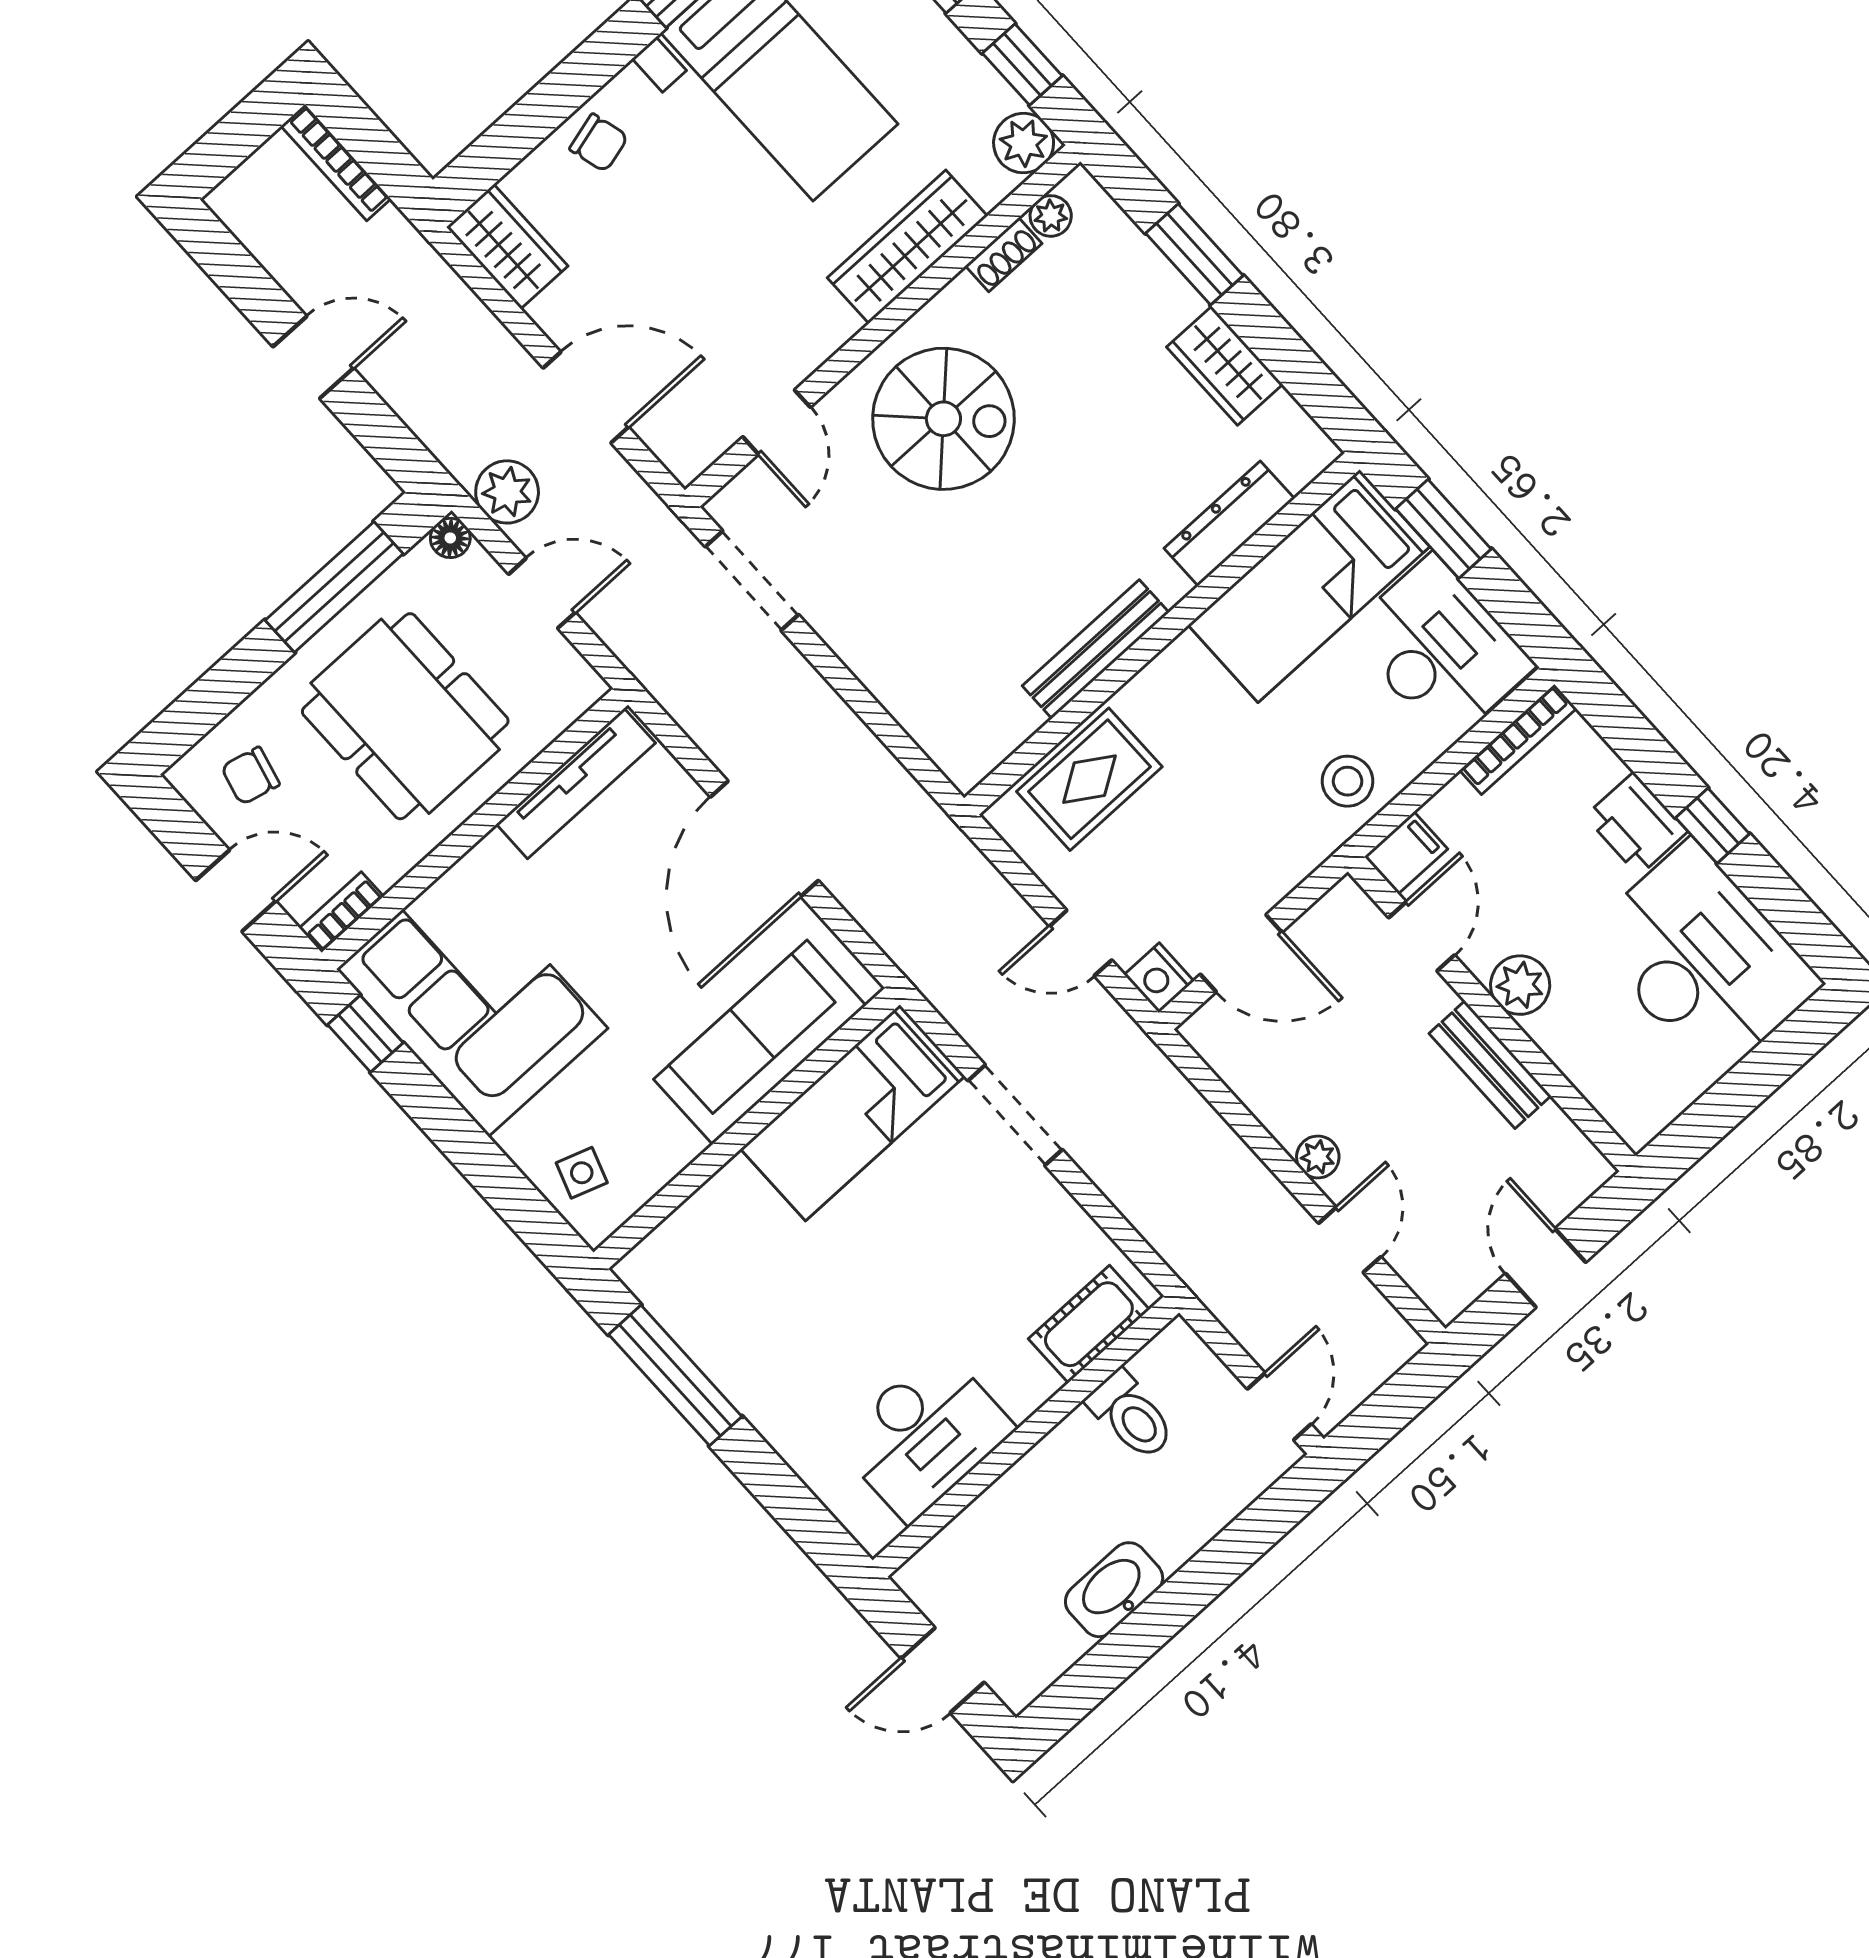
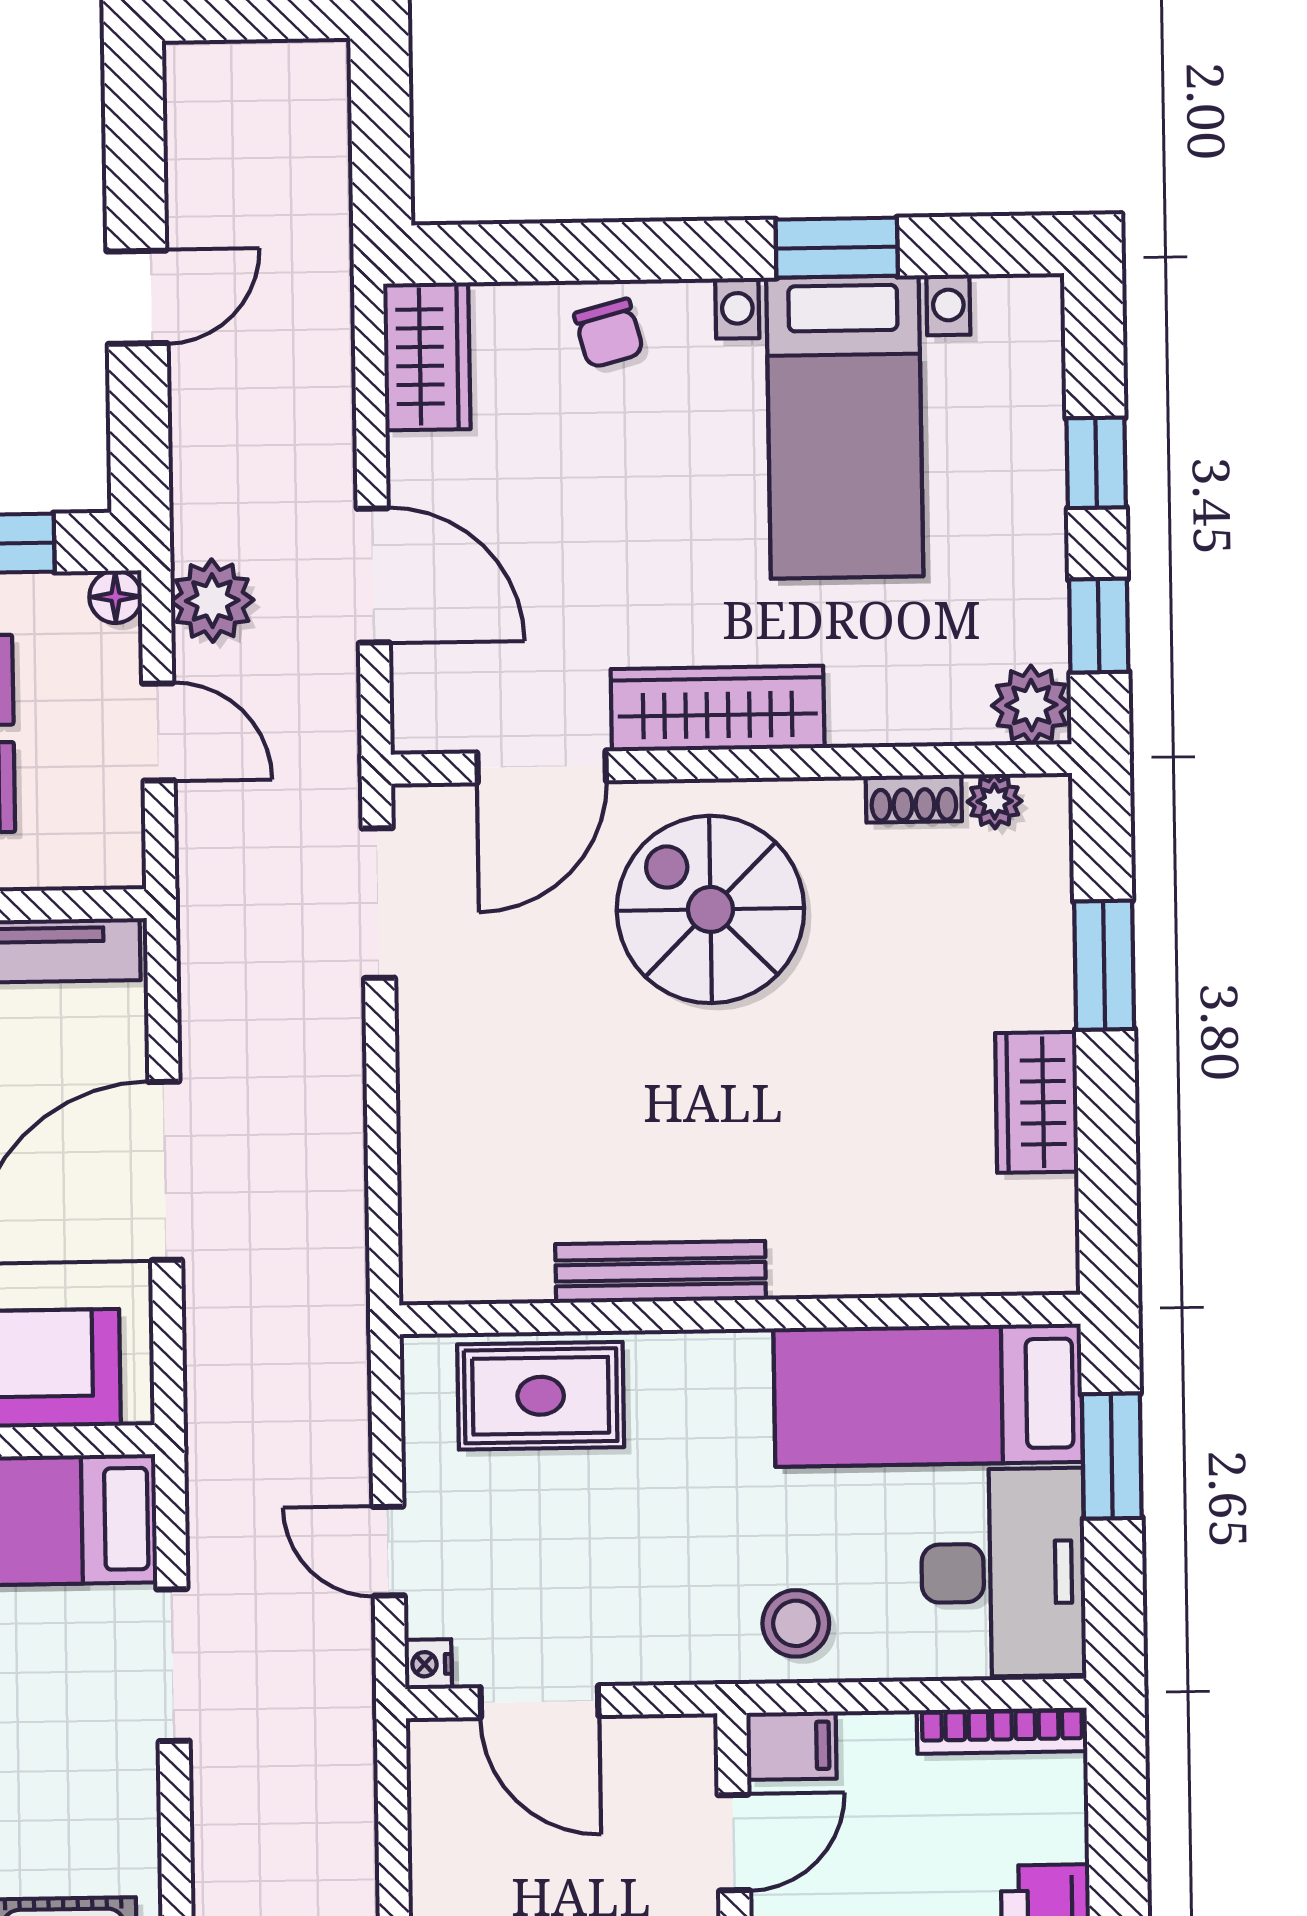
bookcase: (336, 162) -> (330, 123), removed
wardrobe: (907, 247) -> (718, 708), moved
door: (313, 357) -> (137, 297), hinge flipped
spiral stairs: (943, 419) -> (710, 909), turned 180
door: (777, 422) -> (542, 767), width x1.38
dresser: (1229, 523) -> (903, 1264), removed
nightstand: (1159, 978) -> (428, 1664), width x0.72, depth x0.74

